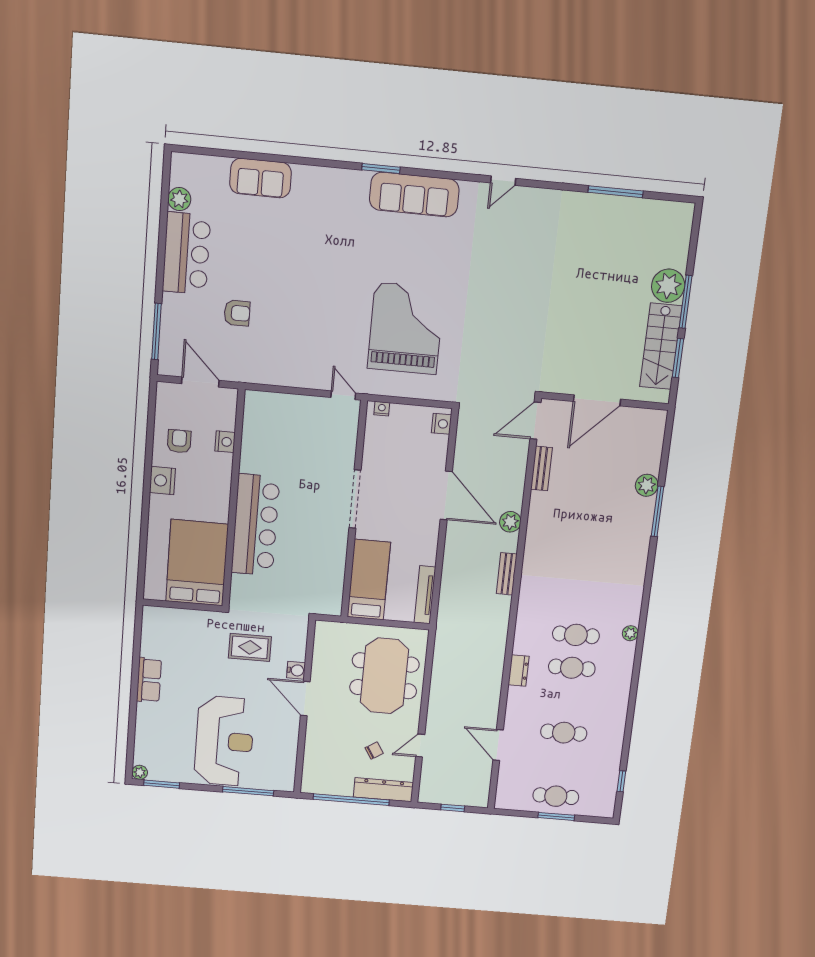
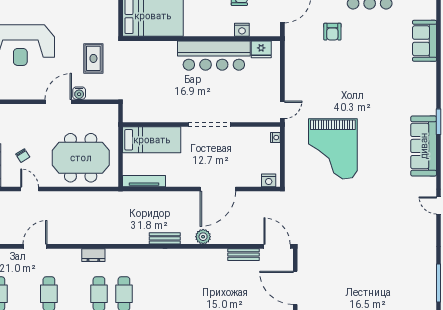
grand piano: (406, 328) -> (333, 149), turned 90
fridge: (255, 417) -> (261, 49), added
bar counter: (255, 525) -> (214, 56), moved

